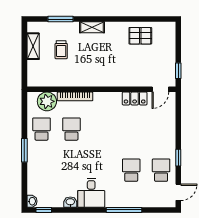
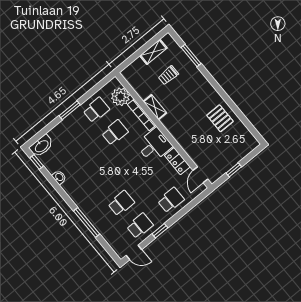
shelving: (92, 27) -> (155, 107), moved
pallet: (140, 36) -> (220, 118), moved
window: (178, 71) -> (234, 170), moved
door: (160, 89) -> (200, 175), hinge flipped
school desk: (161, 129) -> (171, 200), added
desk: (91, 193) -> (154, 145), moved, turned 180
washbasin: (32, 201) -> (41, 146), width x1.91, depth x1.45

